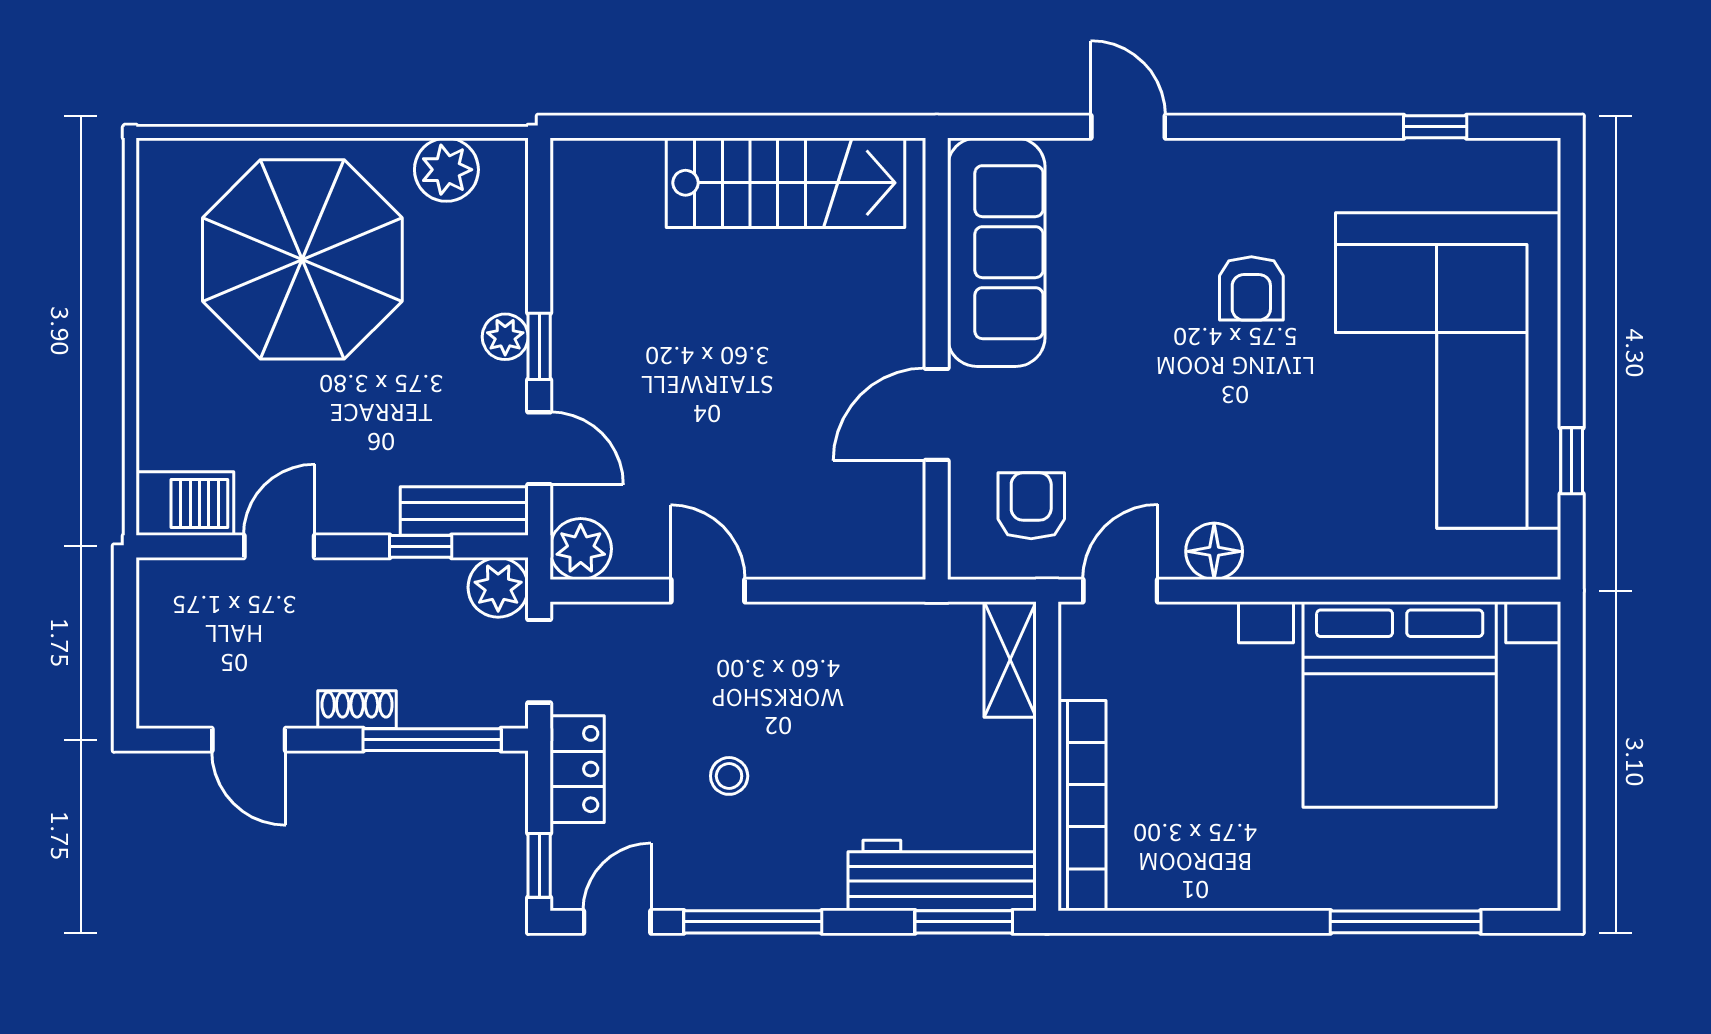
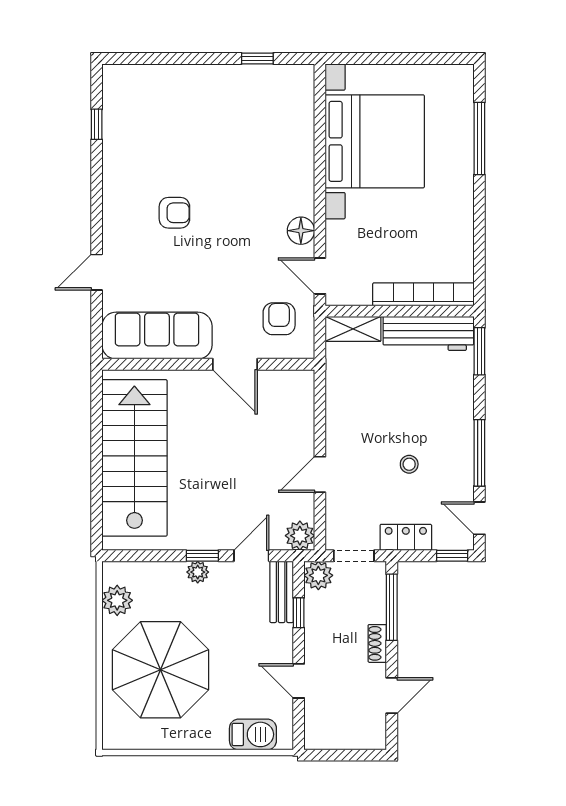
stairs: (786, 183) -> (134, 458), width x1.36, depth x1.51
corner sofa: (1448, 371) -> (214, 118), removed
barbecue: (185, 504) -> (253, 734), moved, turned 90
armchair: (1031, 506) -> (279, 319), turned 90
workbench: (942, 876) -> (428, 333), moved, turned -90

